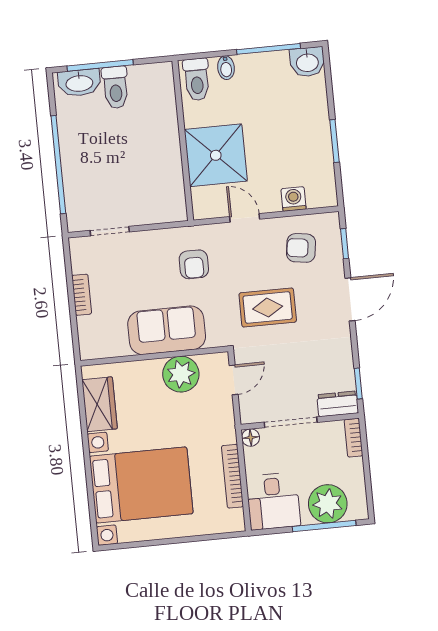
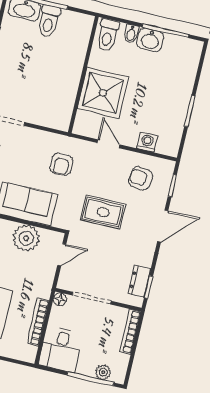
washbasin: (307, 62) -> (150, 40), moved
dresser: (338, 404) -> (139, 281), moved, turned -90
bookcase: (353, 438) -> (130, 332), width x1.56
plant: (328, 504) -> (103, 372), width x0.53, depth x0.53

